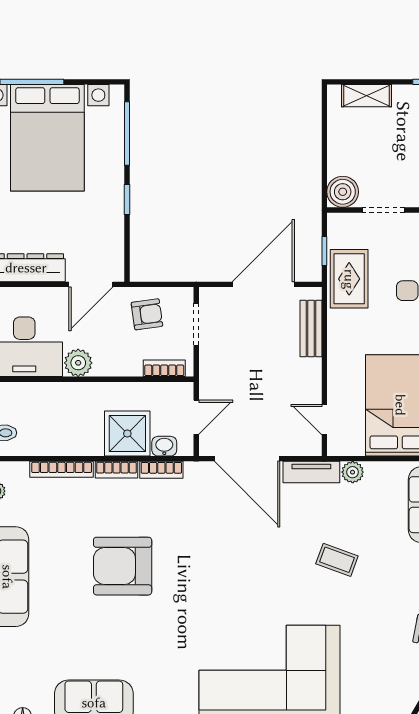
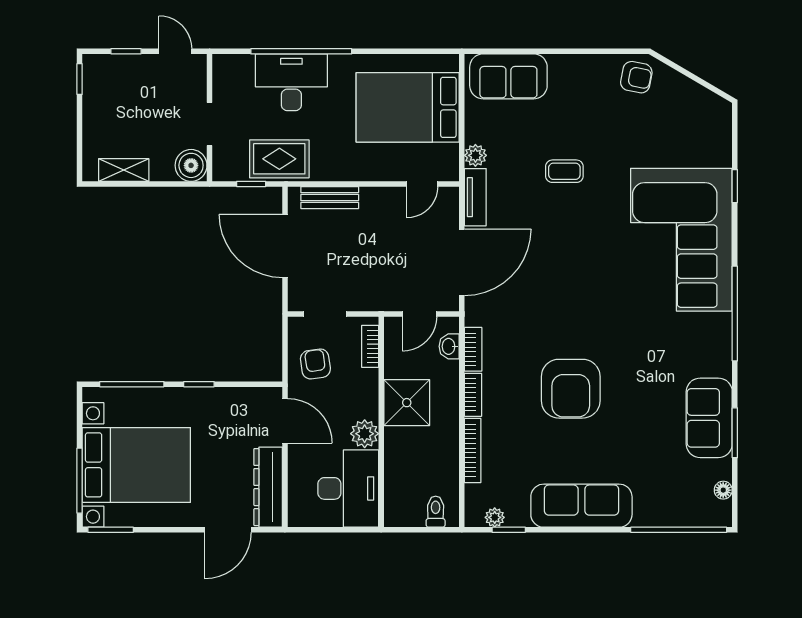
shelving: (366, 96) -> (124, 170), moved, turned 90
door: (196, 417) -> (420, 314), swing flipped
shower: (127, 433) -> (407, 403), moved
coffee table: (337, 560) -> (564, 171), turned 70

